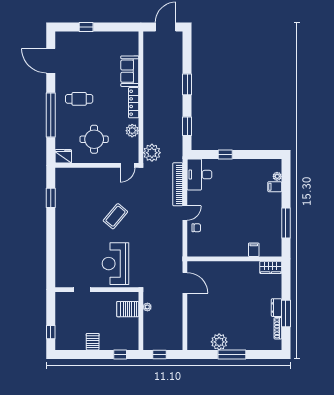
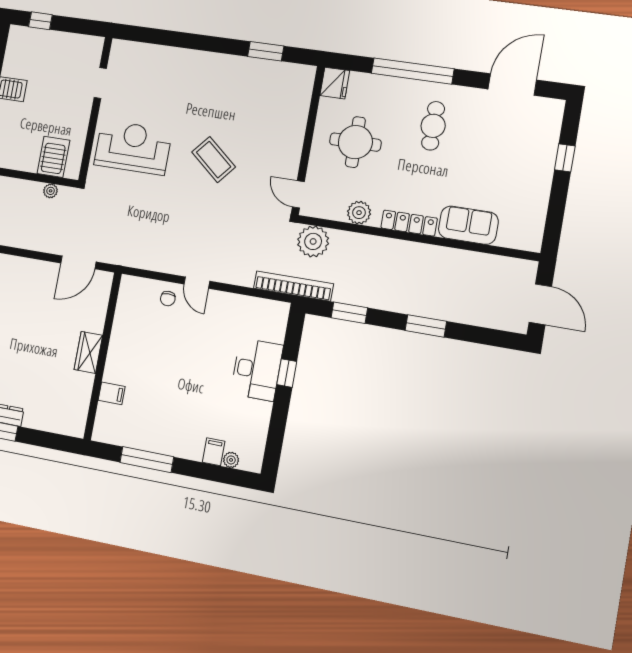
desk: (199, 175) -> (257, 370), moved, turned 90
bookcase: (178, 184) -> (293, 286), moved
wardrobe: (271, 267) -> (88, 352), moved

